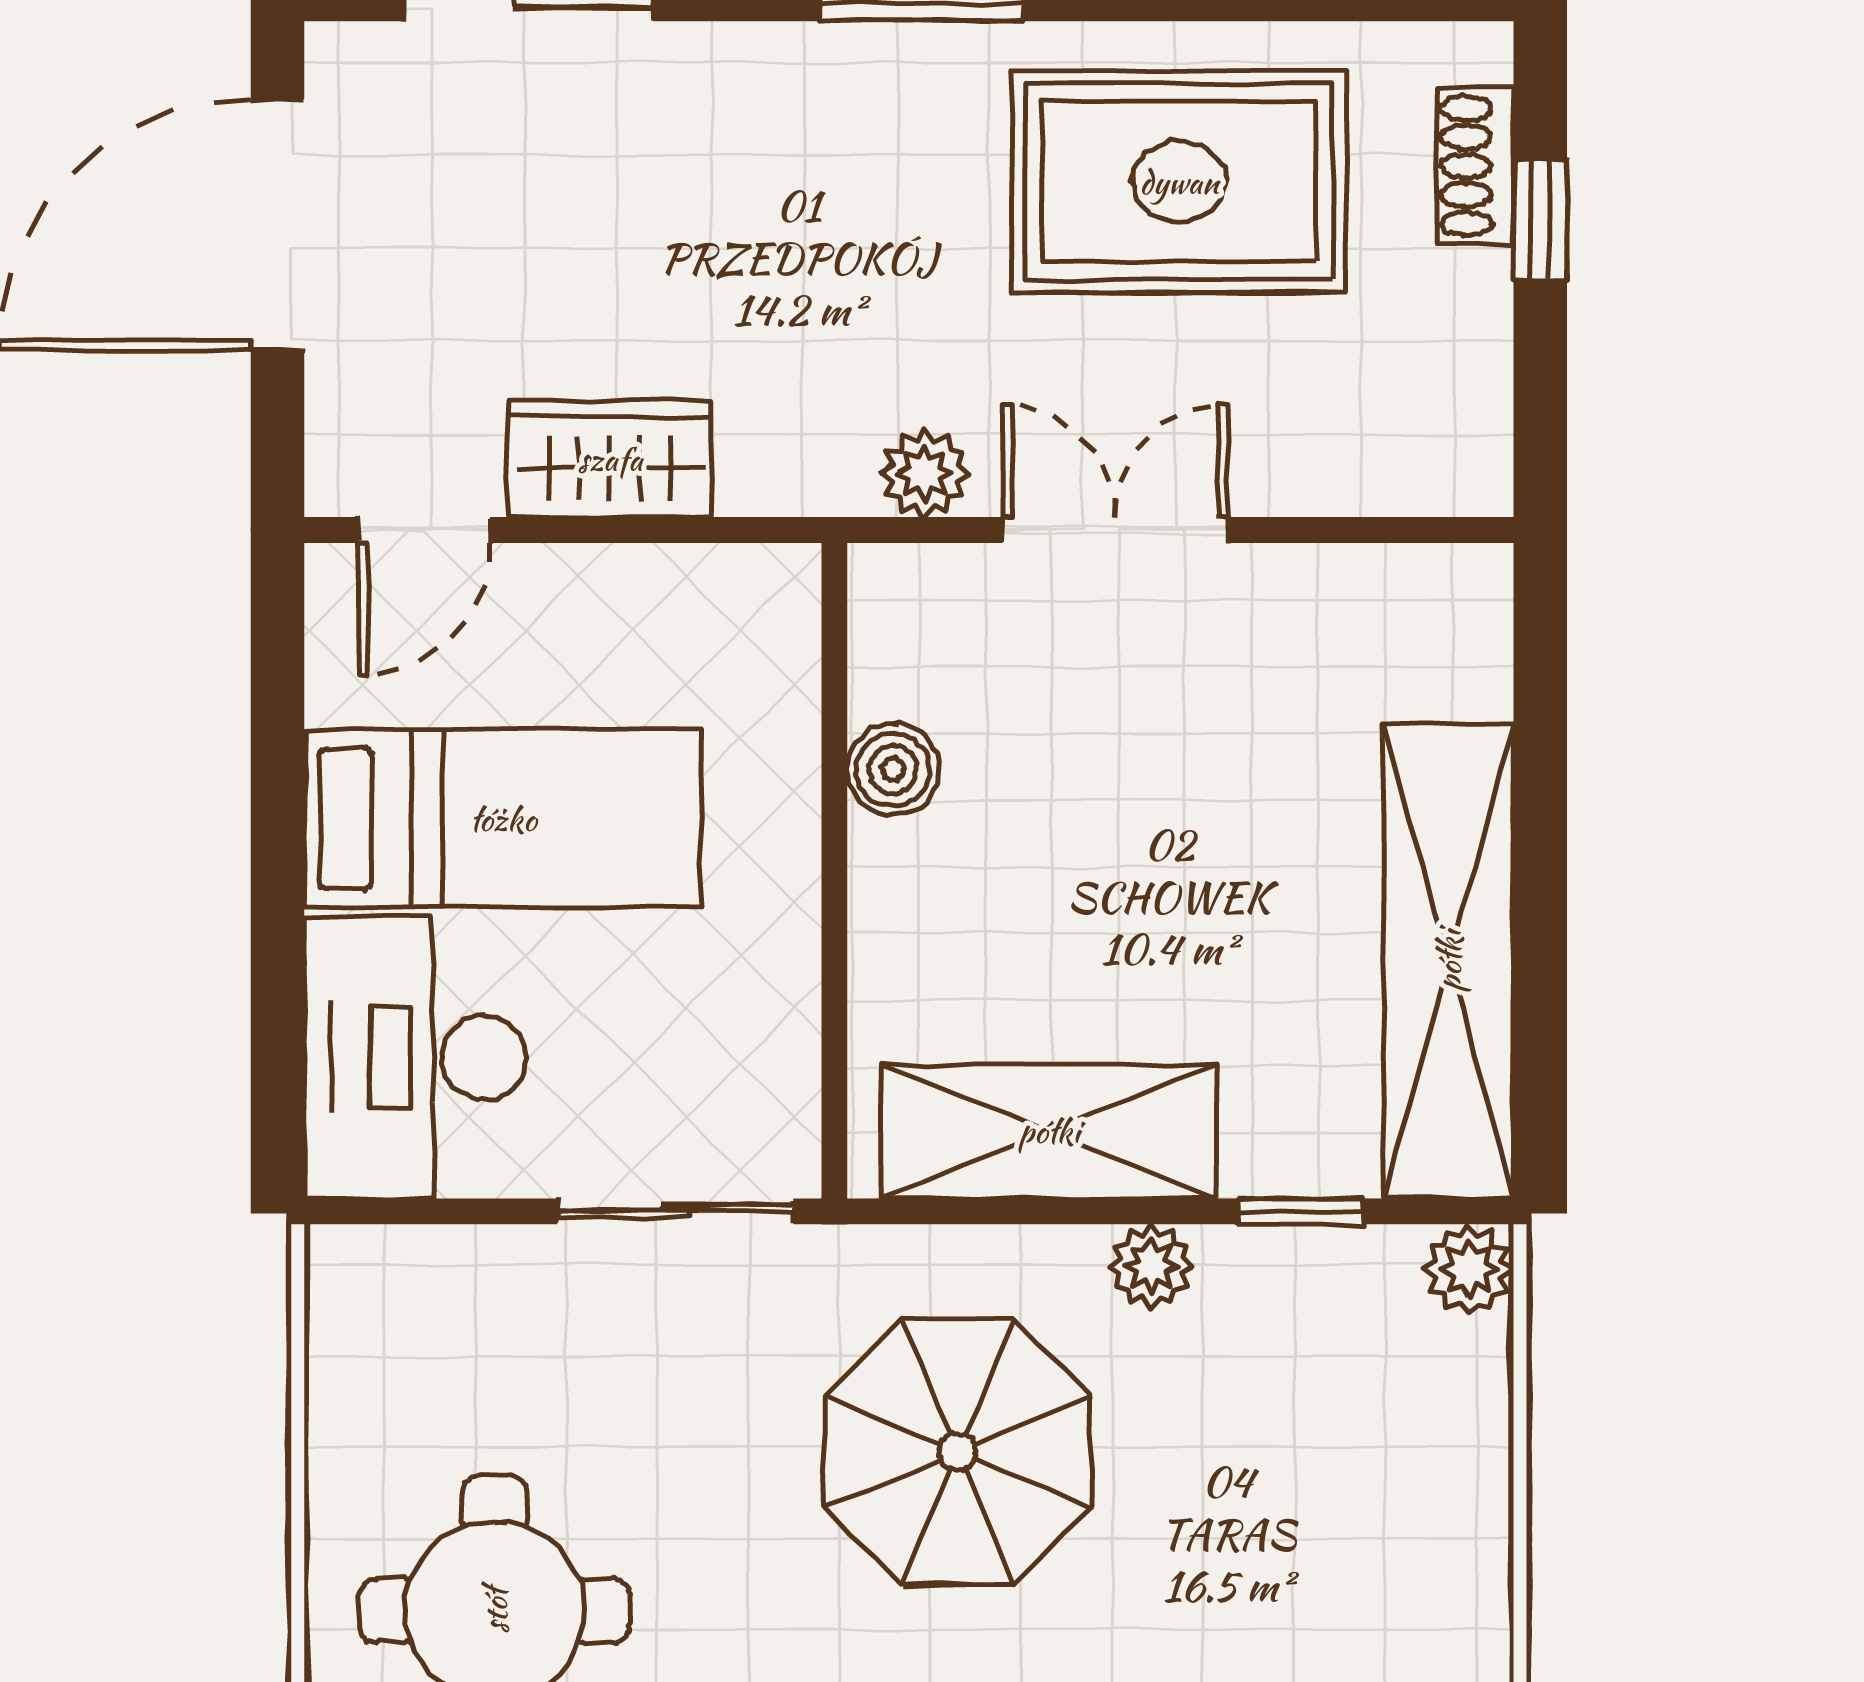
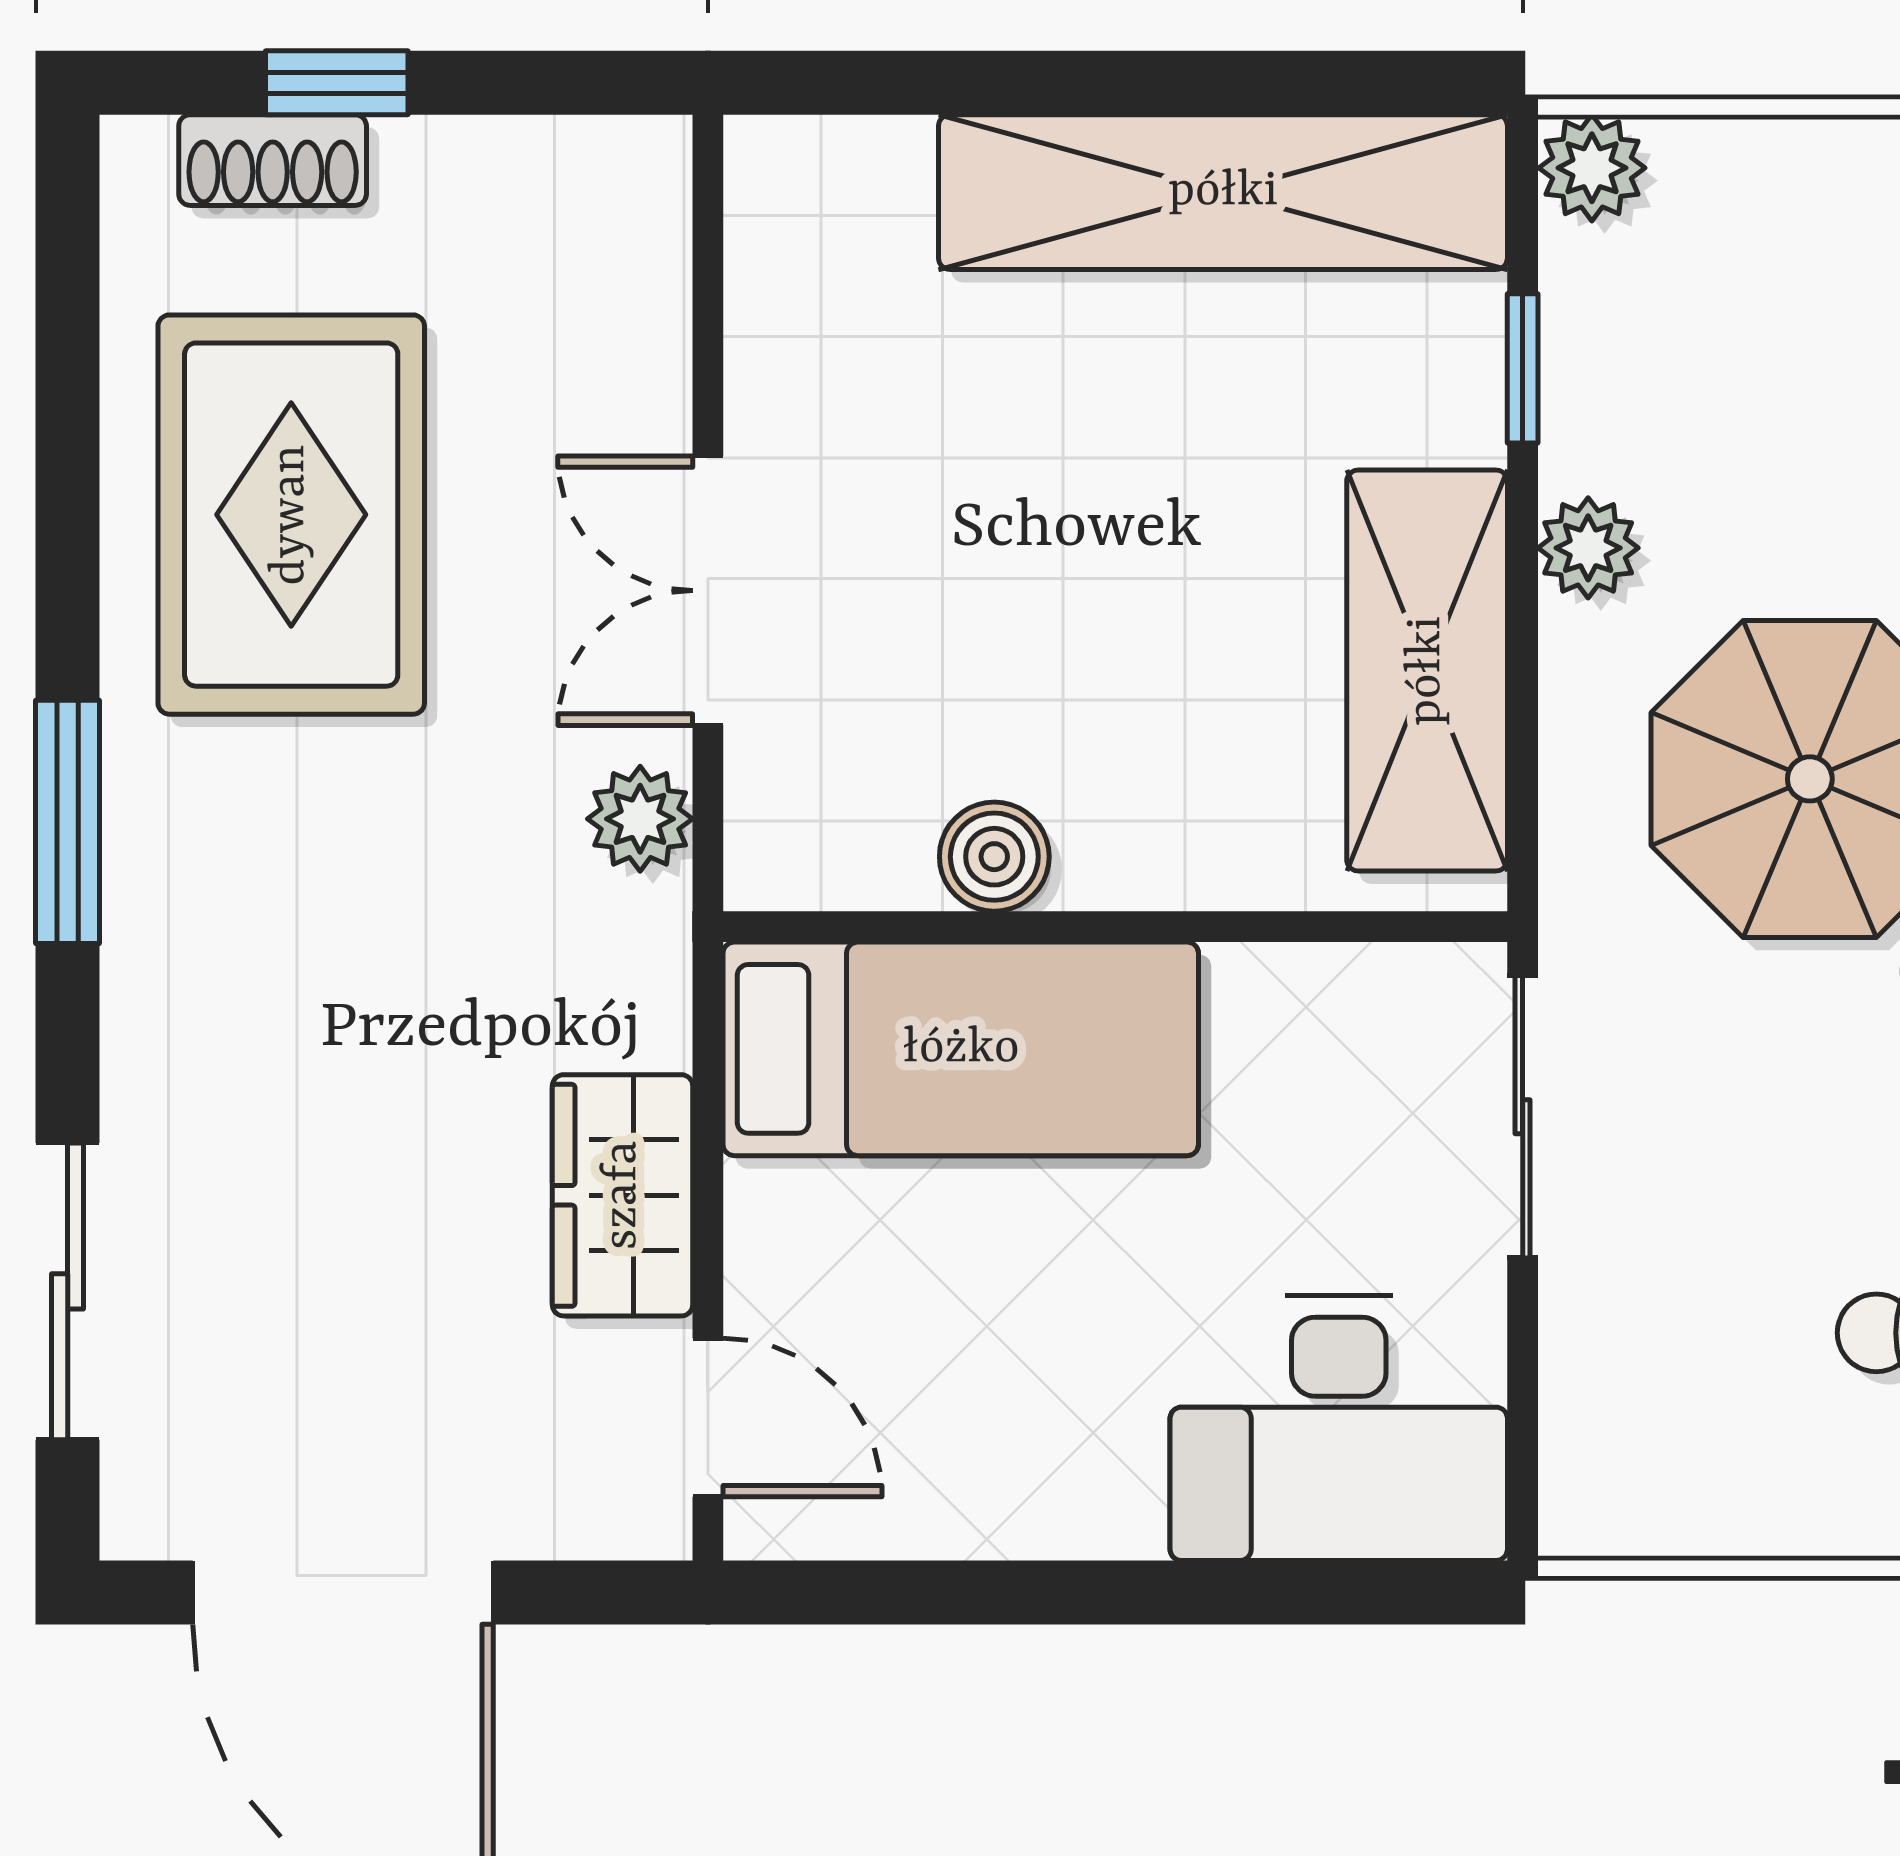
bed: (503, 819) -> (961, 1049), moved, turned 90

